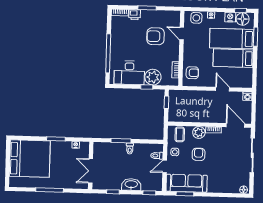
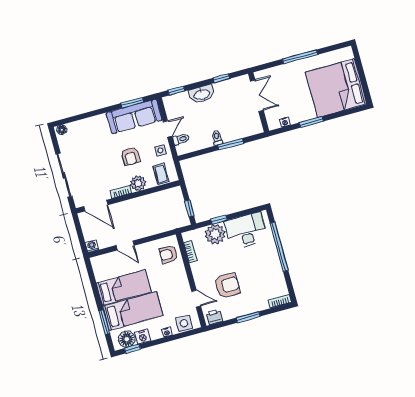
printer: (135, 15) -> (214, 317), moved

